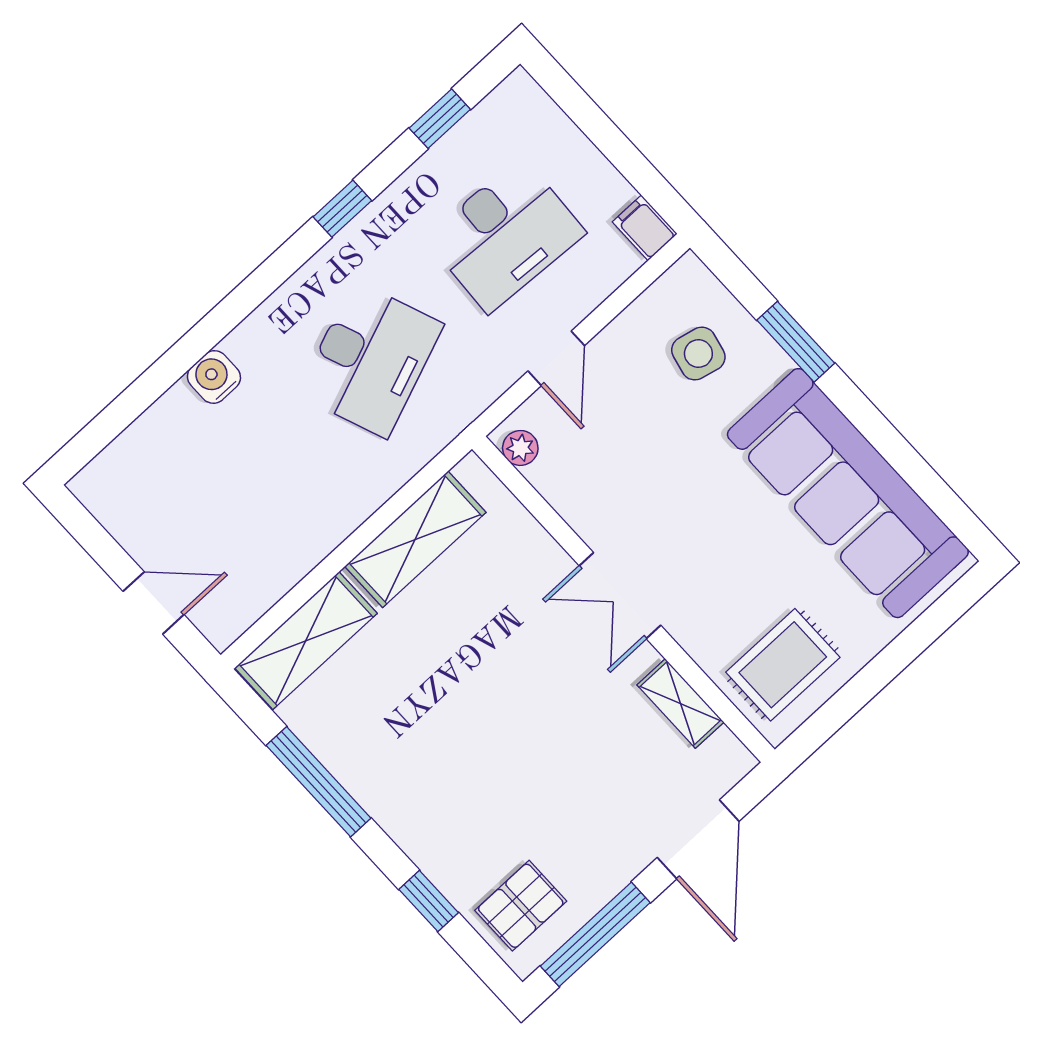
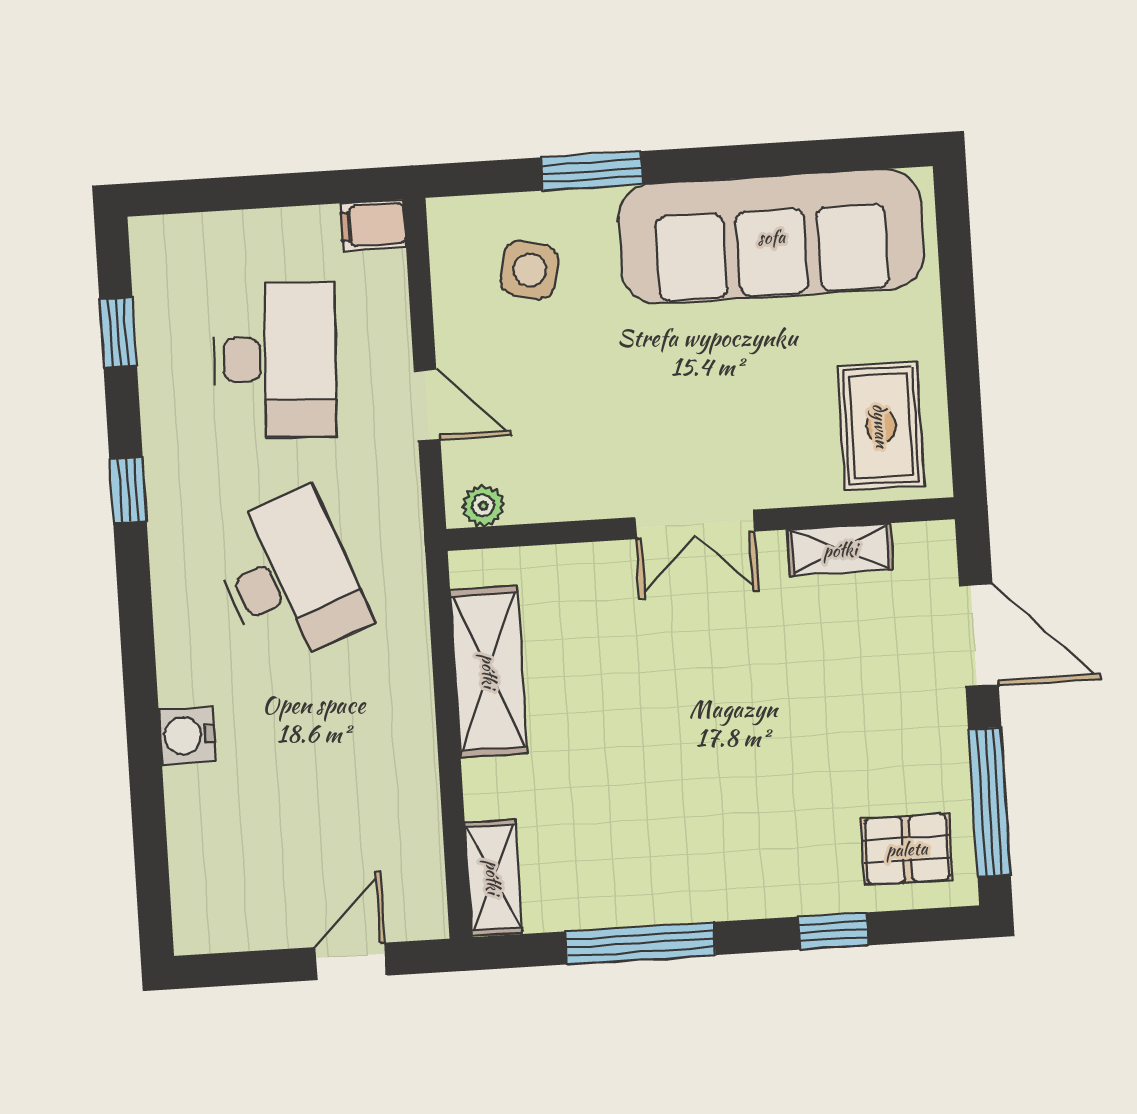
shelving: (306, 641) -> (493, 877), width x0.67, depth x0.75
pallet: (521, 906) -> (907, 849), turned 90

